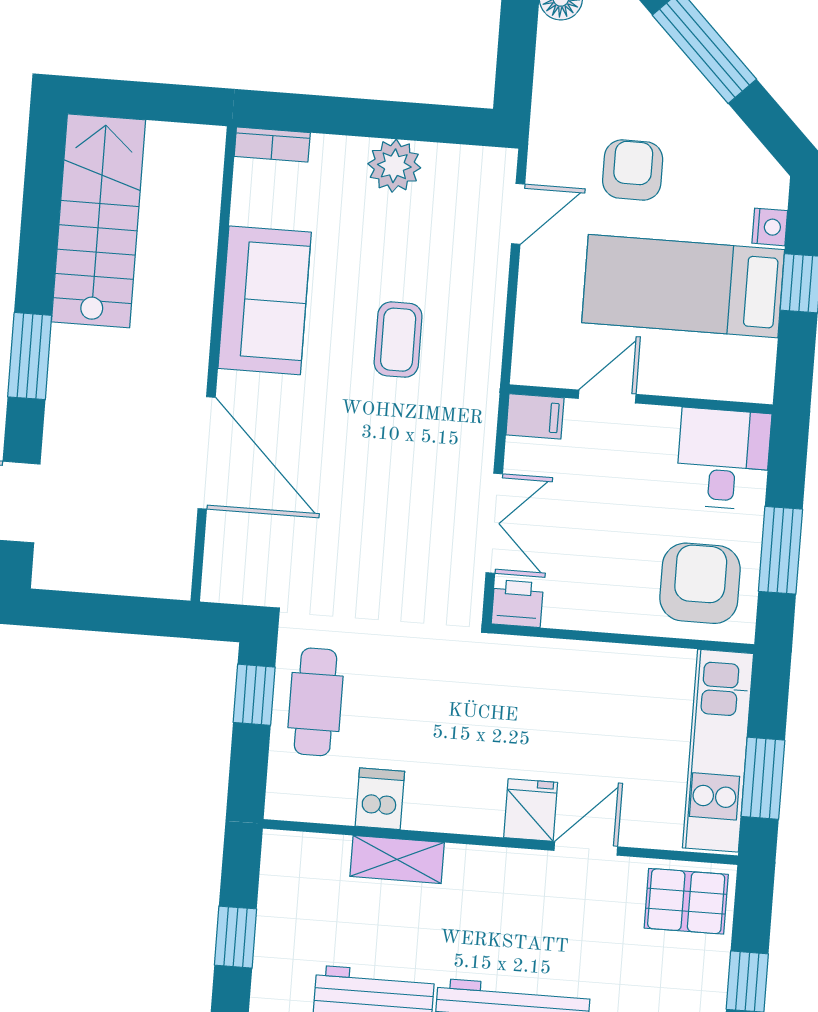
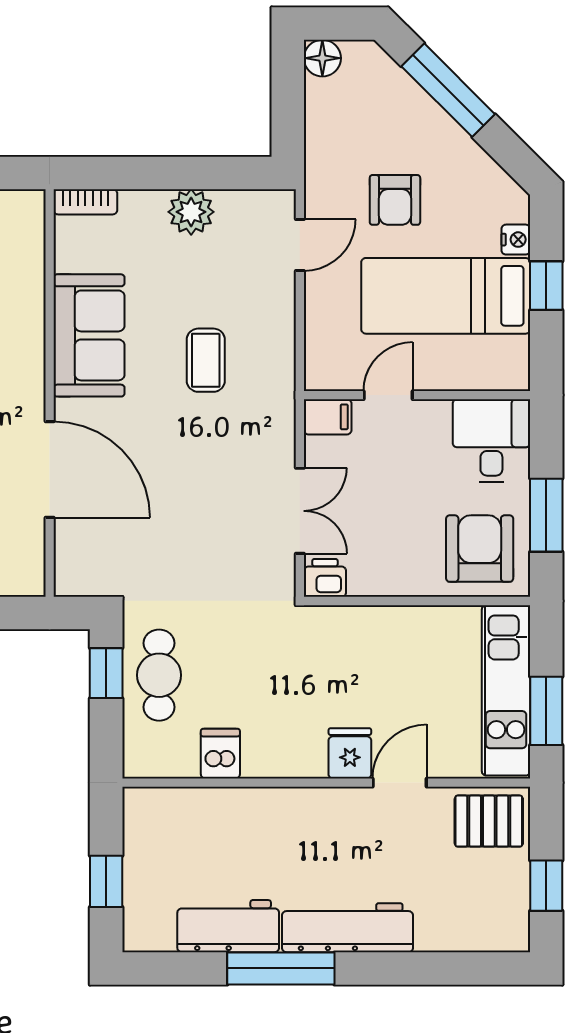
armchair: (633, 170) -> (395, 200), turned 180
shelving: (397, 859) -> (239, 804), removed

